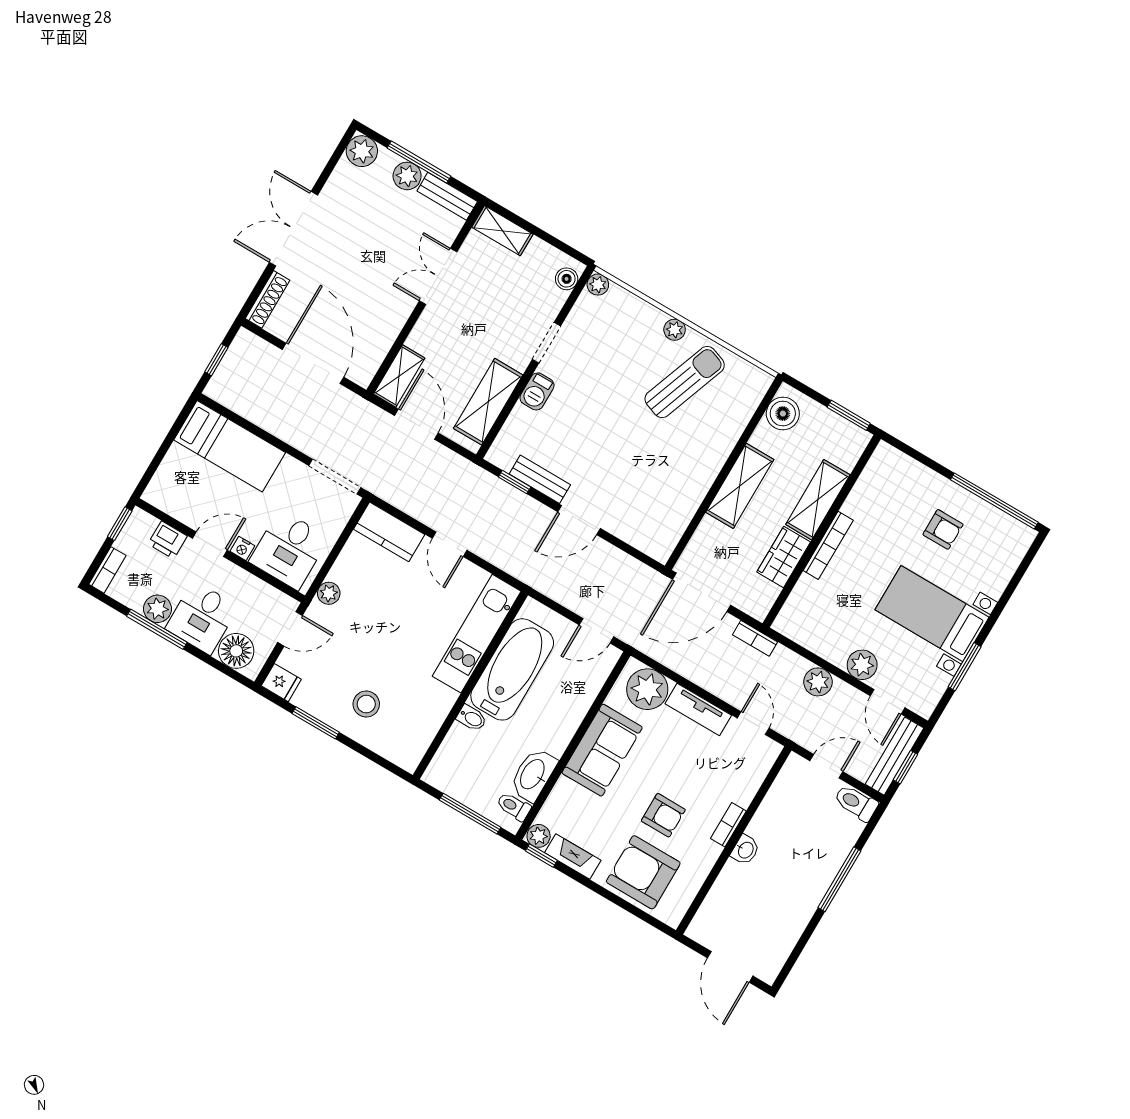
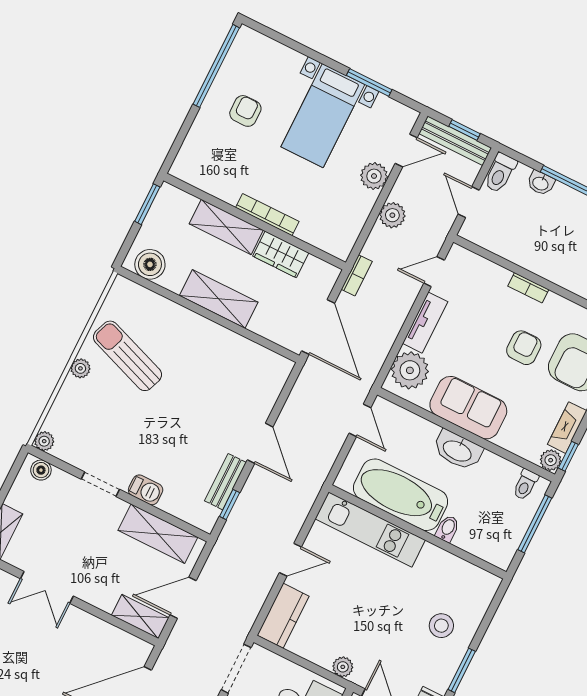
washbasin: (533, 775) -> (458, 450), moved
washbasin: (745, 850) -> (541, 183), moved, turned 180

